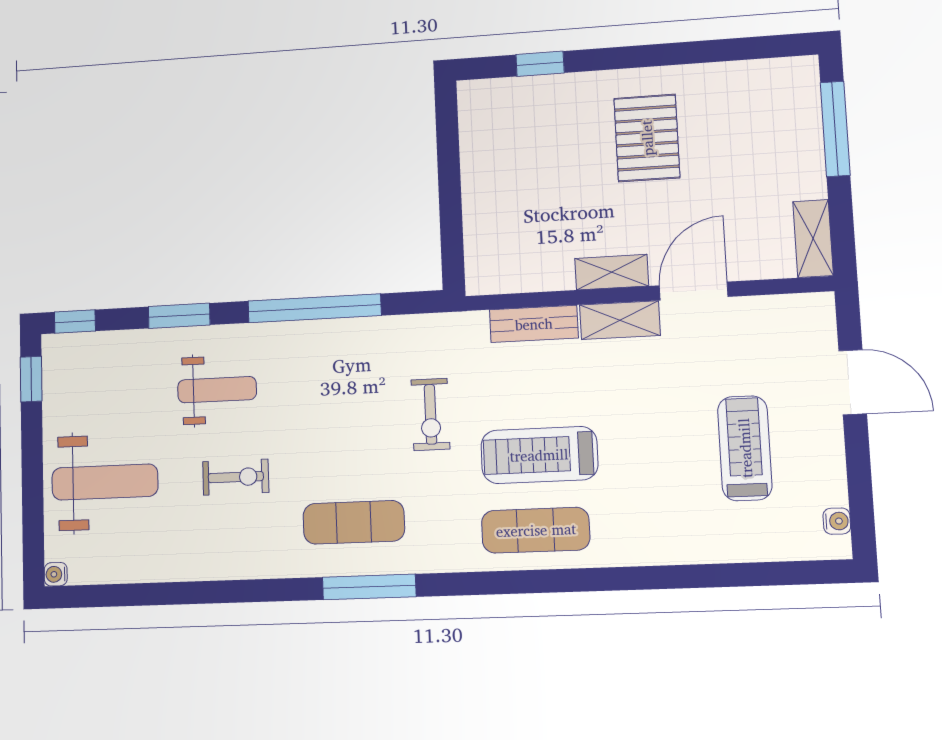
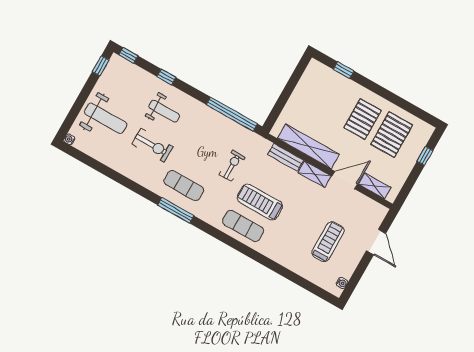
window: (835, 129) -> (425, 156), width x0.46
pallet: (732, 130) -> (392, 135), added
shelving: (813, 239) -> (375, 186), moved, turned 90
shelving: (612, 272) -> (309, 146), width x2.20, depth x1.33
window: (314, 308) -> (232, 114), moved
window: (179, 316) -> (166, 77), width x0.67
exercise bike: (430, 414) -> (232, 166), turned 180
exercise bike: (236, 477) -> (153, 145), width x1.38, depth x1.39

